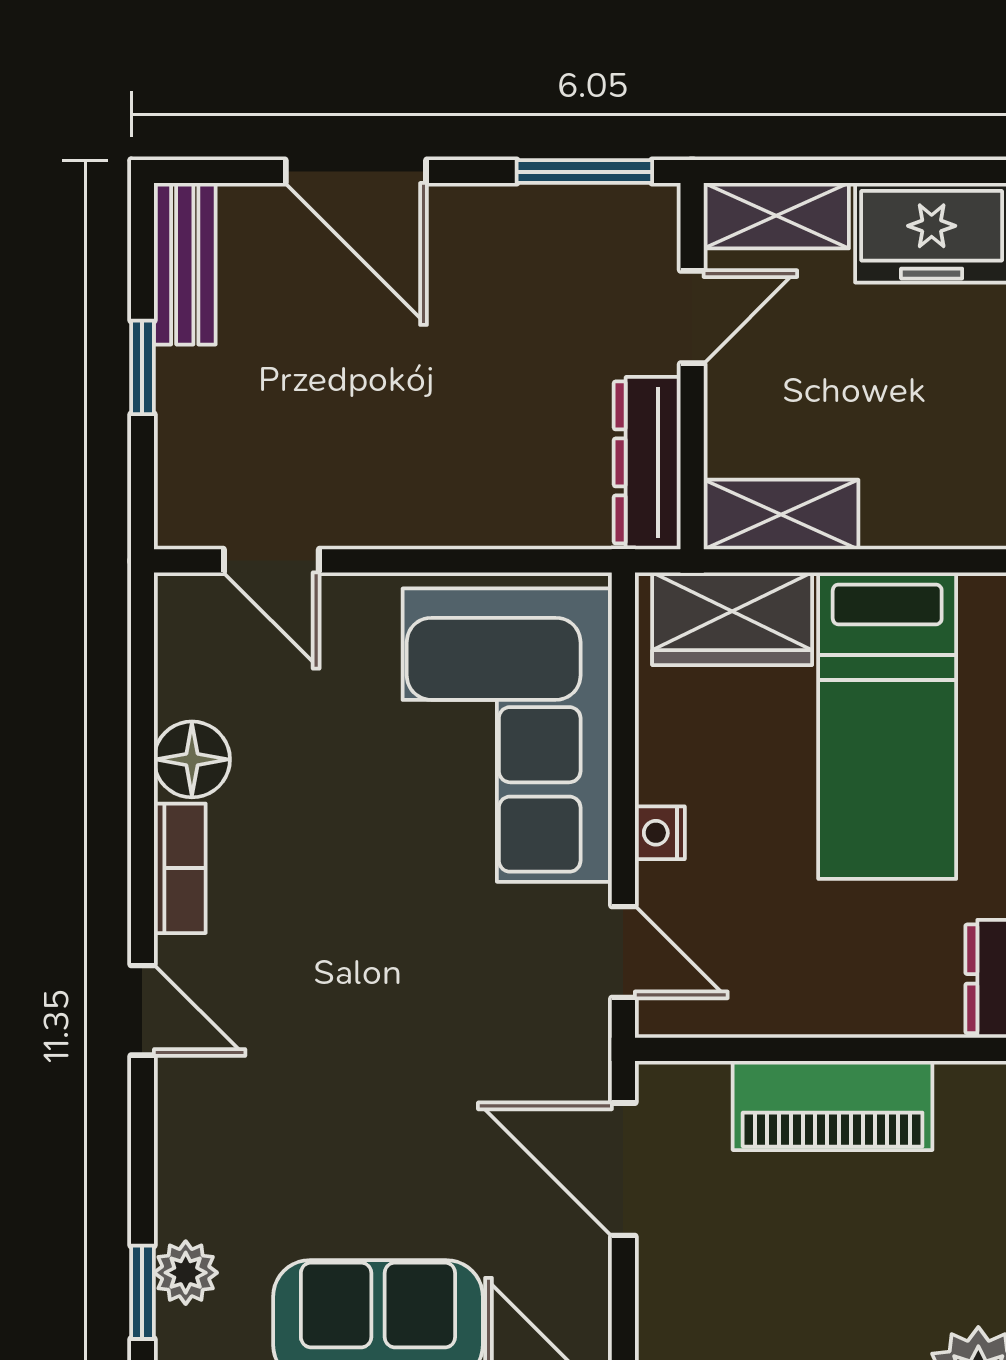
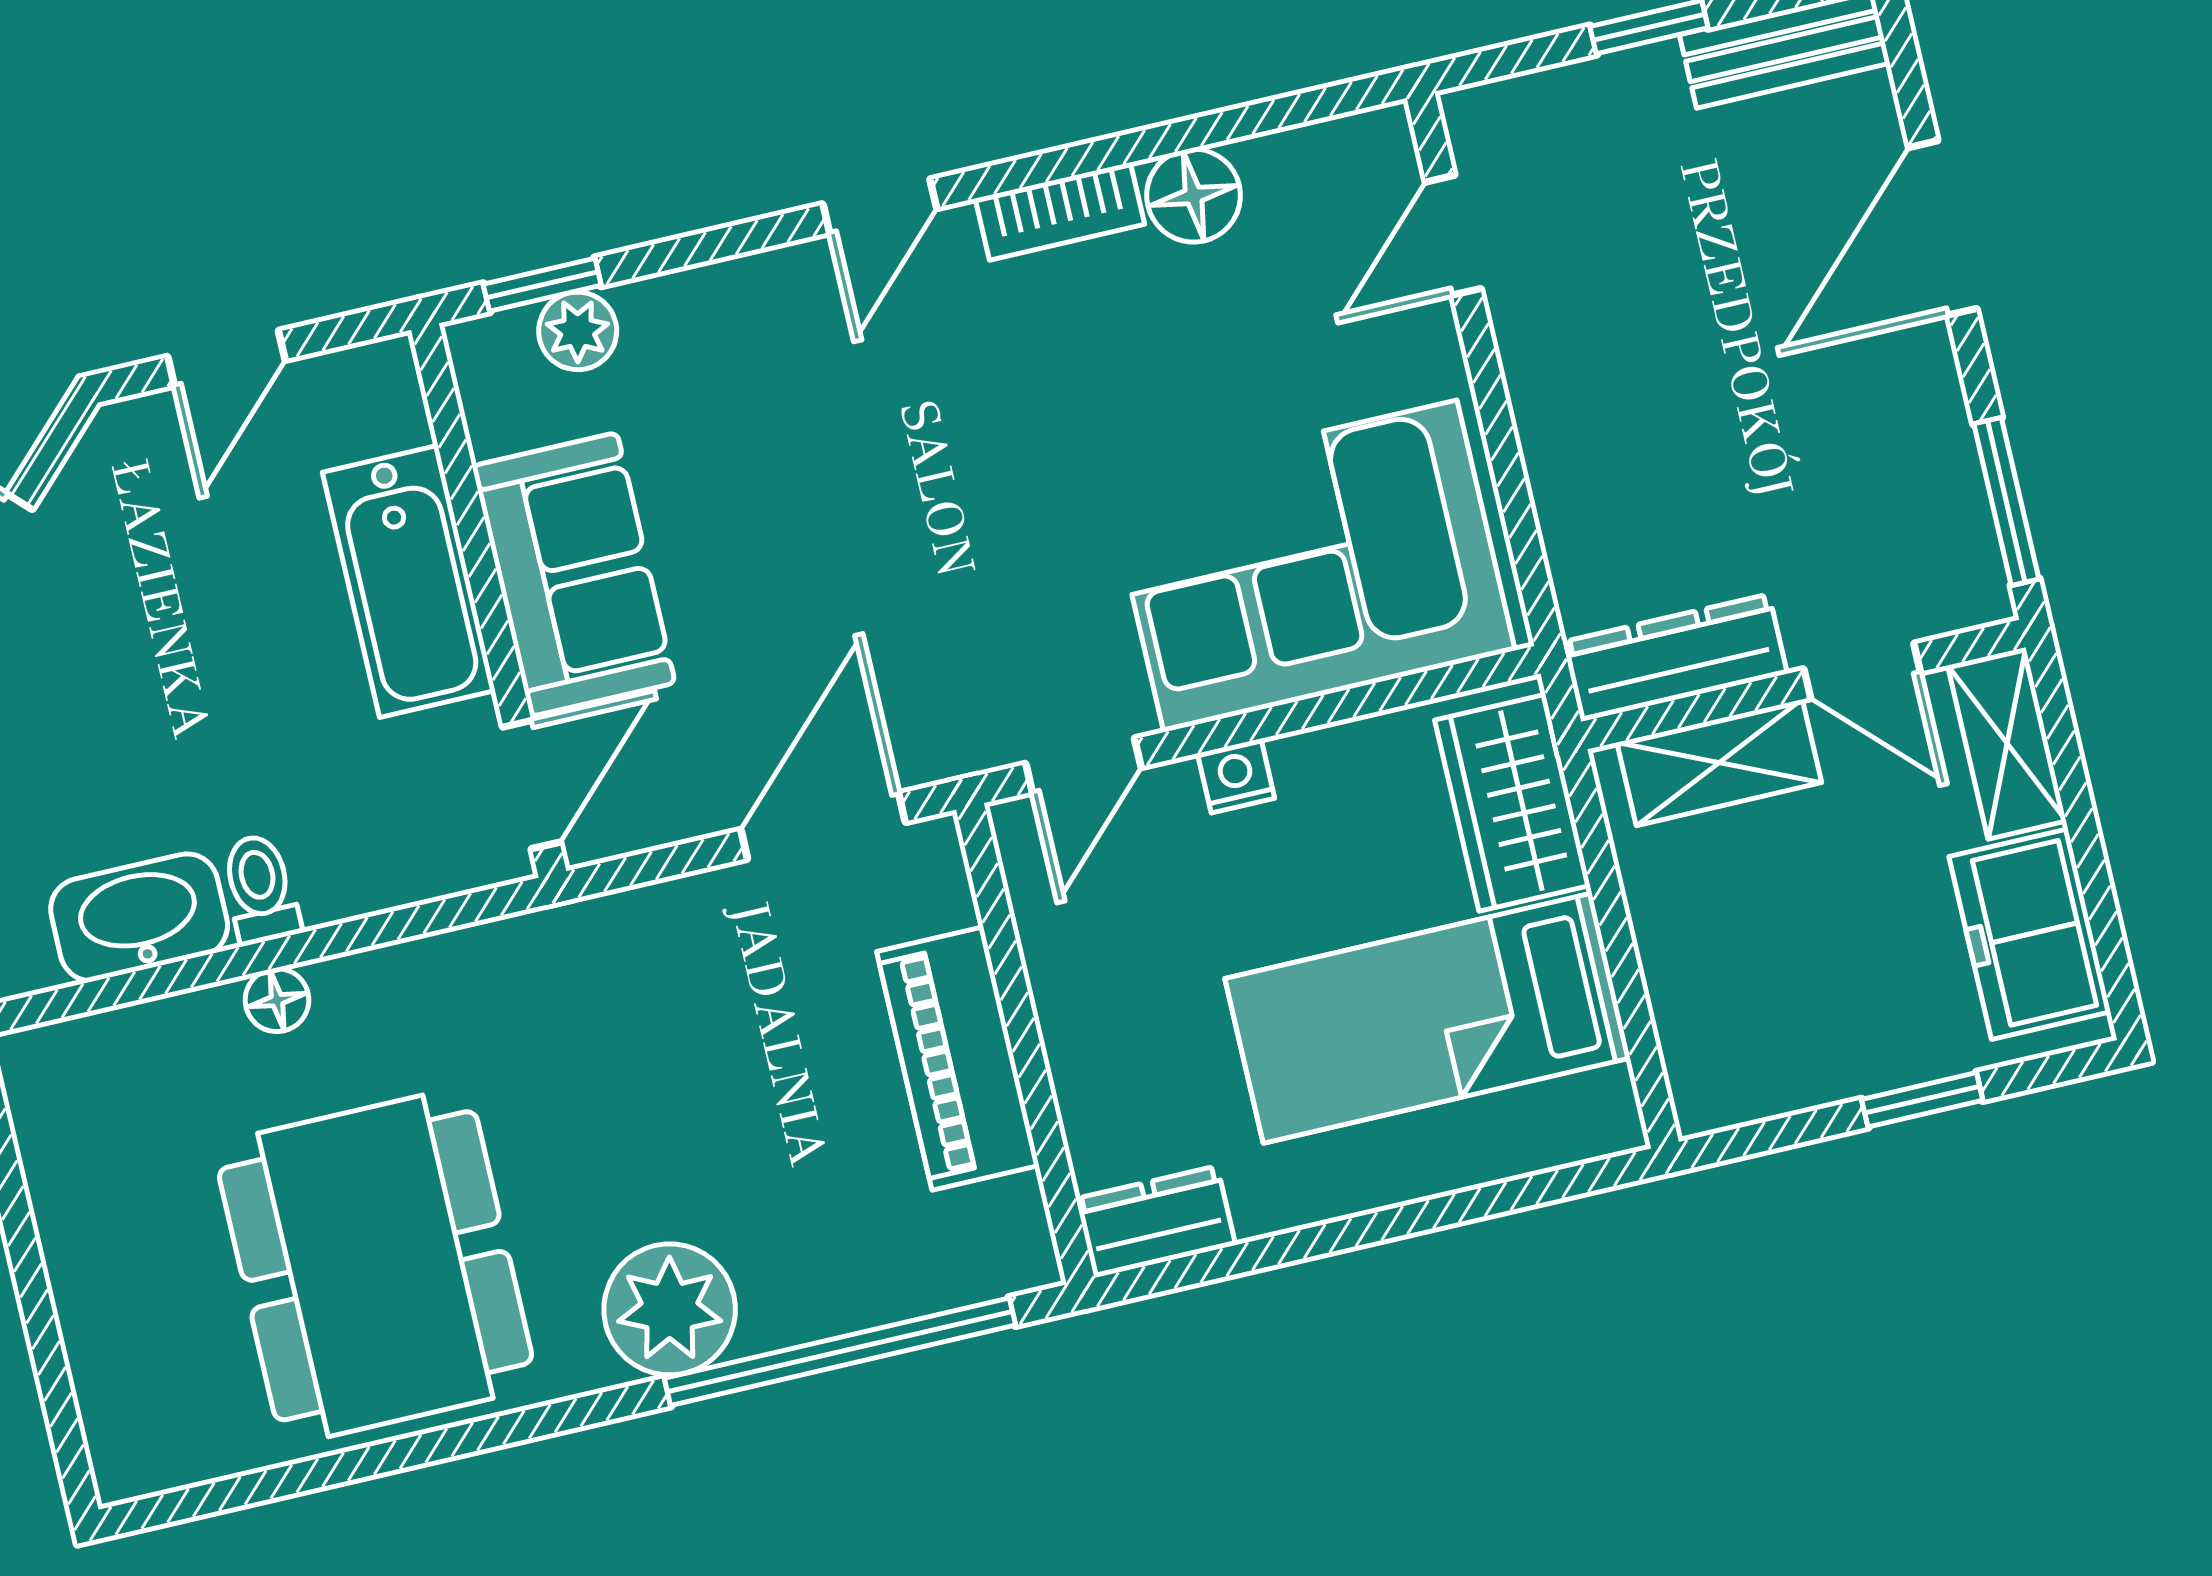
shelving: (781, 515) -> (1719, 763), moved, turned 90

